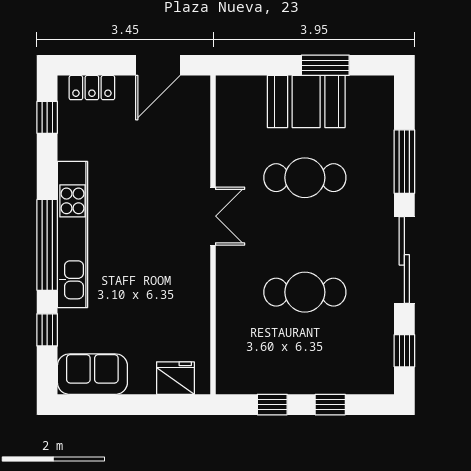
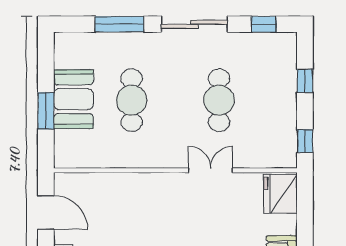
window: (325, 65) -> (46, 111), moved
double door: (213, 216) -> (211, 170), moved
fridge: (175, 378) -> (280, 194), width x1.36, depth x1.34
window: (272, 405) -> (305, 141), moved

